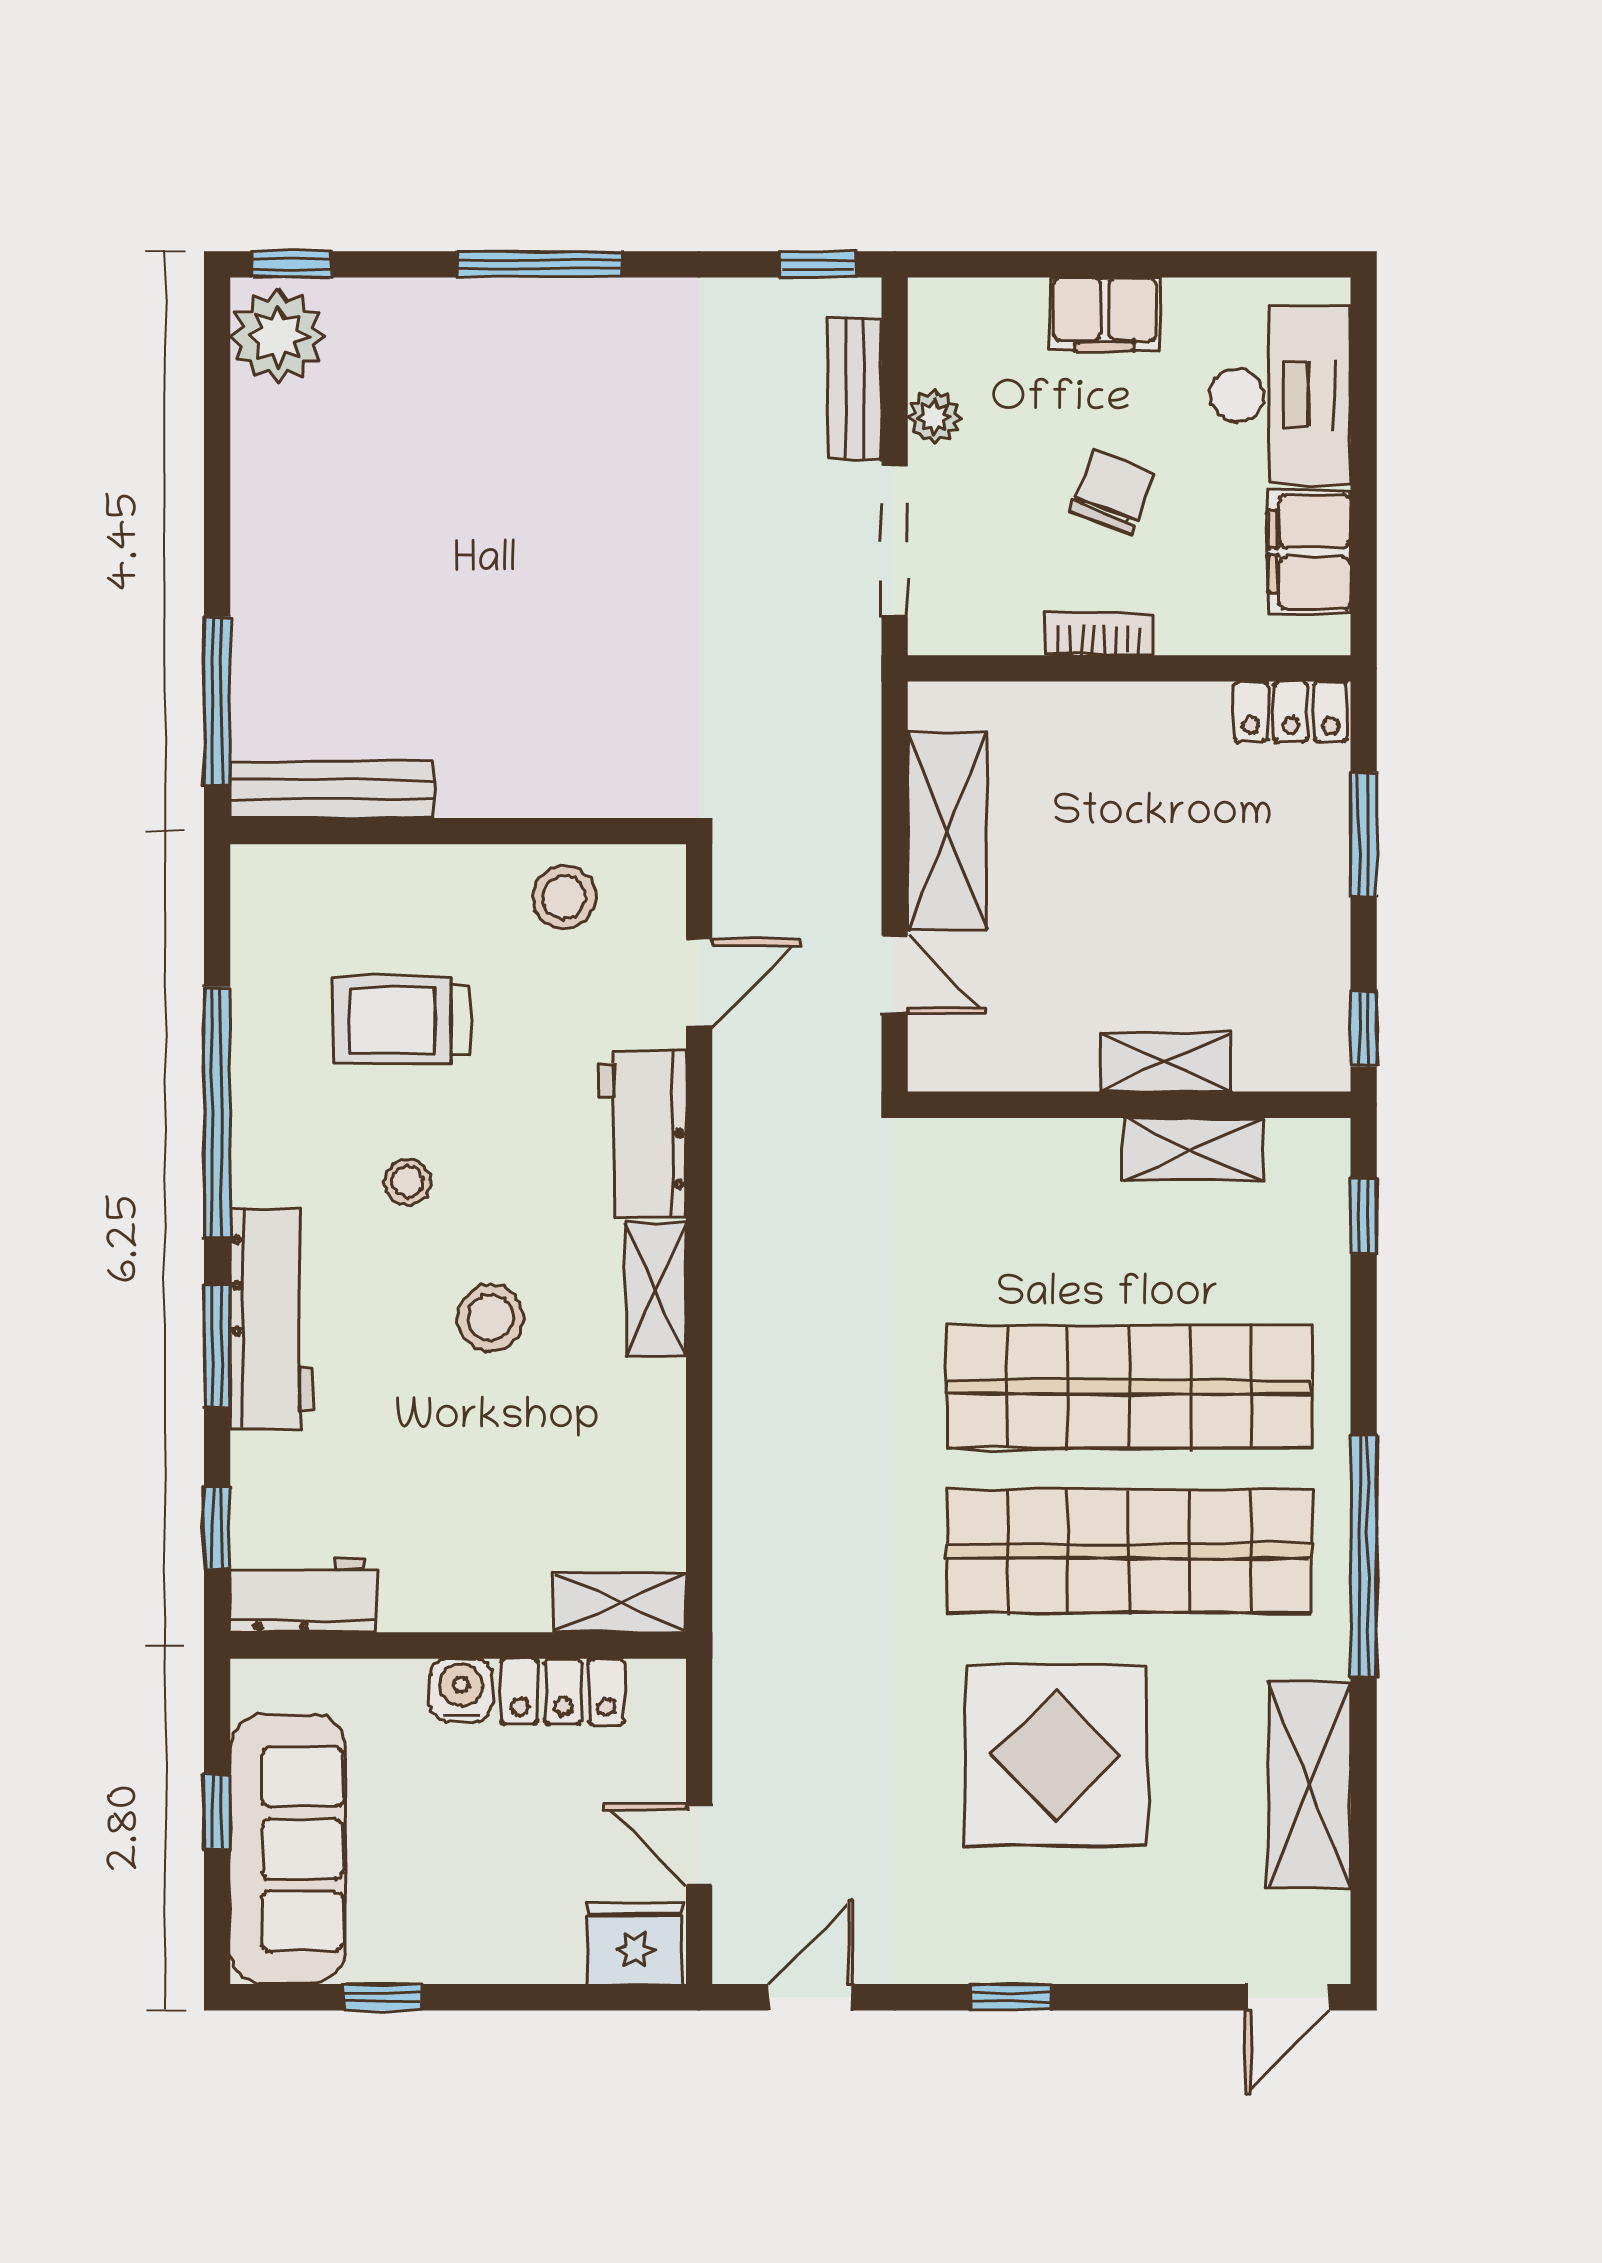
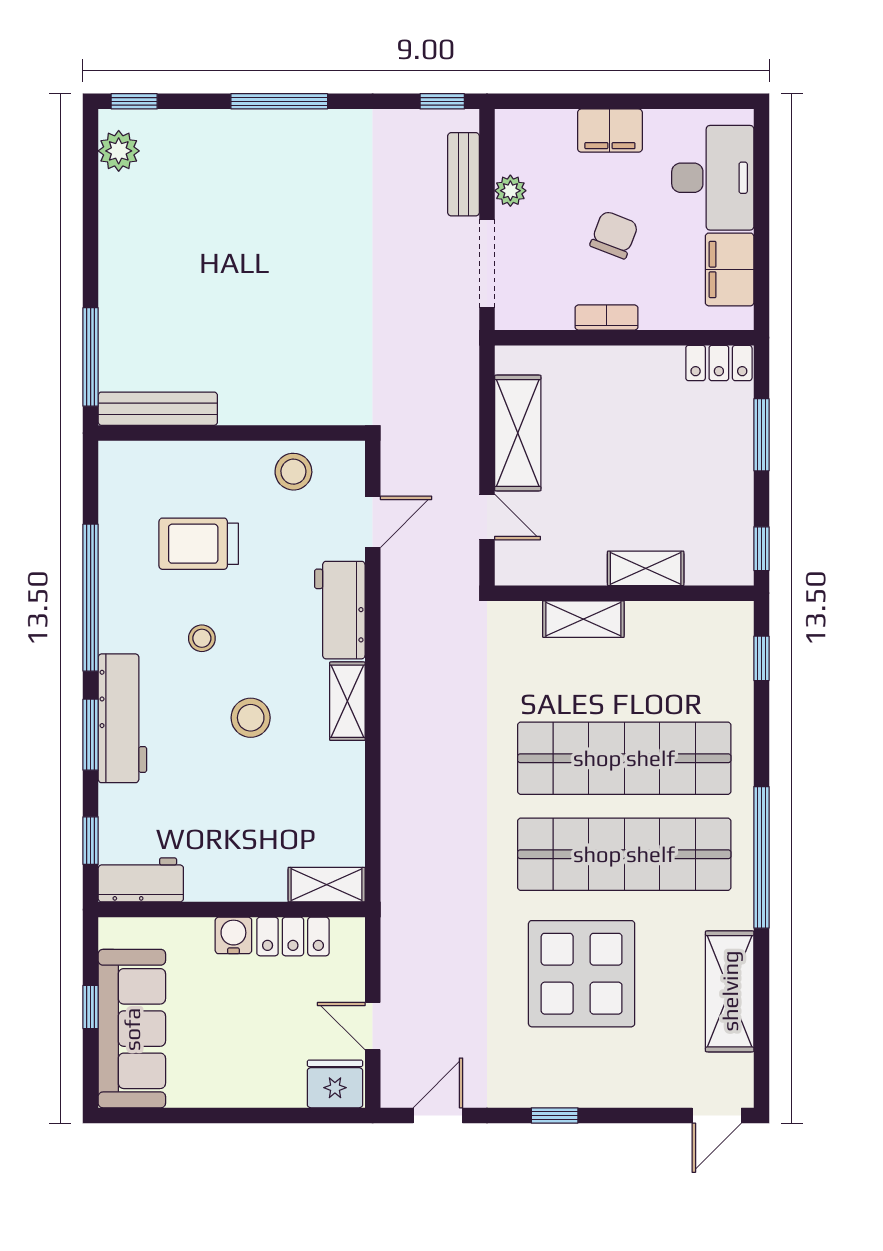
plant: (278, 336) -> (119, 151), width x0.73, depth x0.73
shelving: (1193, 1149) -> (583, 619), moved
window: (383, 1997) -> (187, 1115), removed

